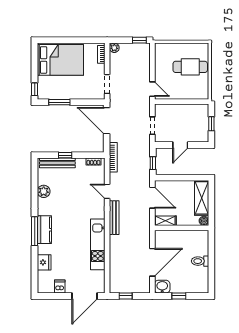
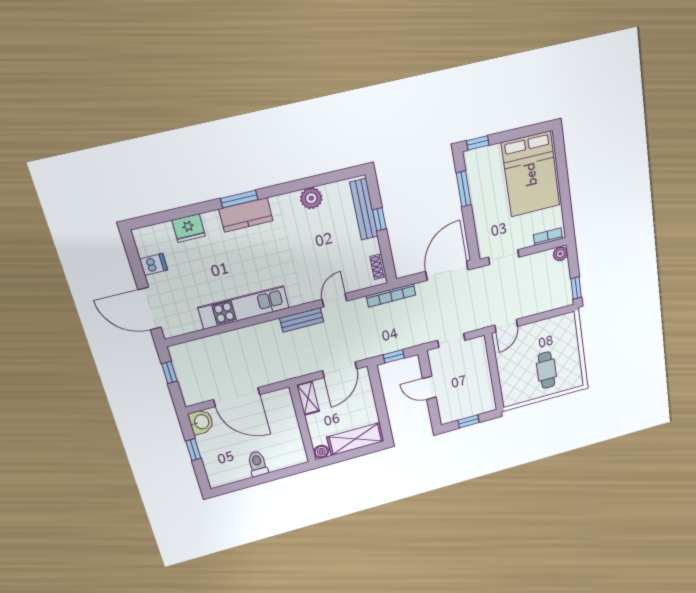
cafe table: (190, 67) -> (546, 370), width x0.73, depth x0.74
bench: (114, 218) -> (302, 320), width x0.73
window: (35, 231) -> (239, 199), width x0.69

